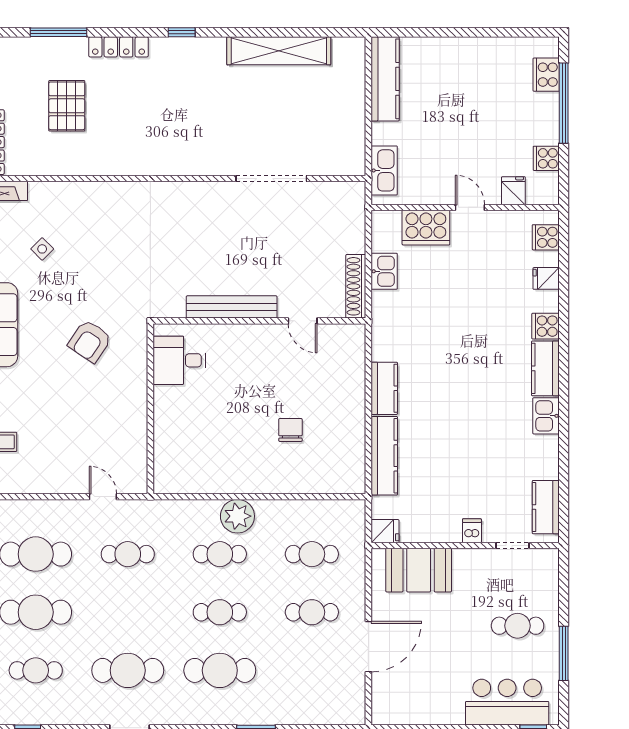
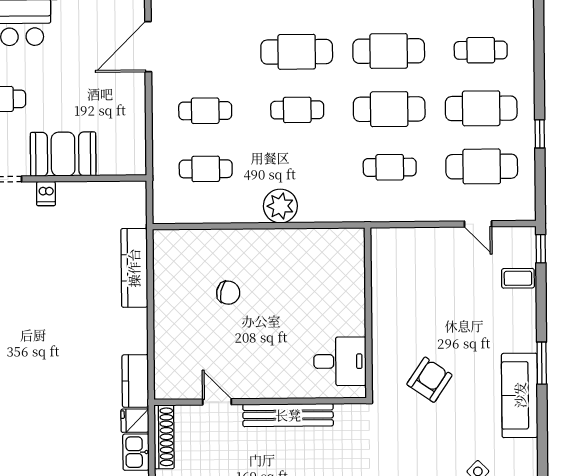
kitchen counter: (384, 388) -> (135, 381), moved
chair: (290, 430) -> (228, 293), turned -78
door: (103, 497) -> (478, 224), moved
fridge: (385, 531) -> (135, 421), moved
cafe table: (220, 554) -> (389, 109), moved, width x1.37, depth x1.35
booth: (419, 570) -> (63, 154), moved
door: (368, 647) -> (148, 47), moved

